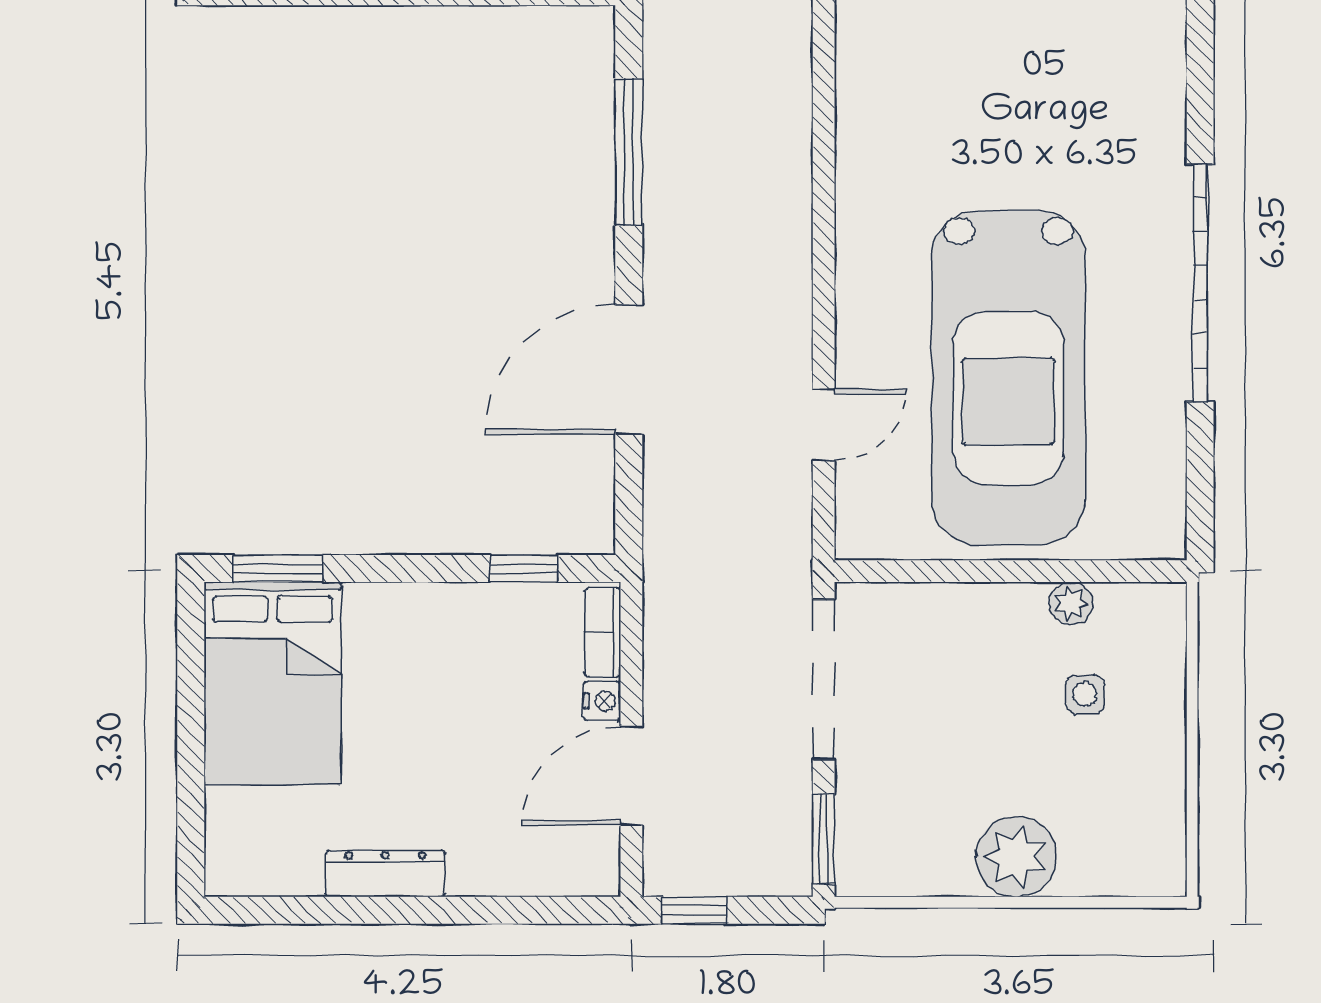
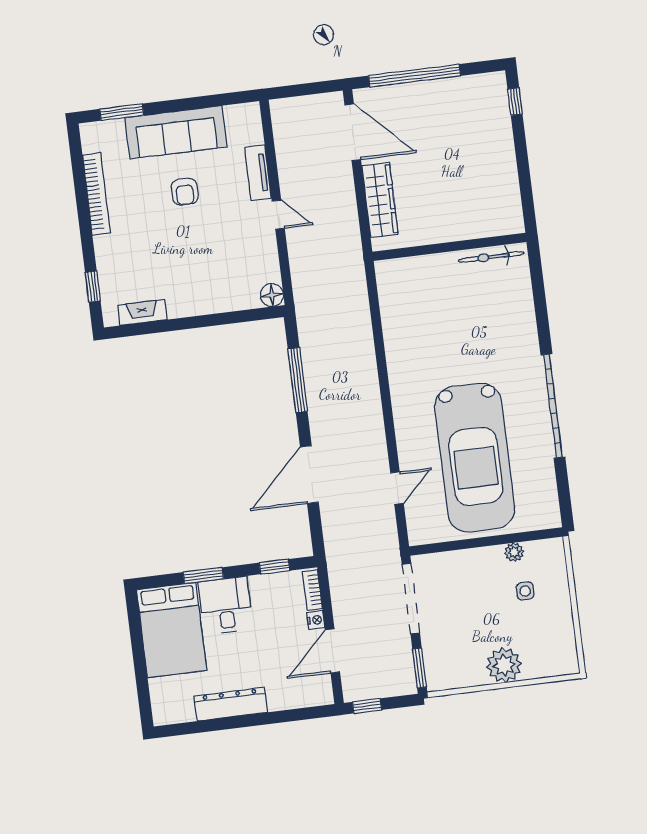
window: (278, 568) -> (203, 575), moved
desk: (402, 643) -> (226, 606), added
dresser: (385, 874) -> (231, 704), width x1.37, depth x1.24

